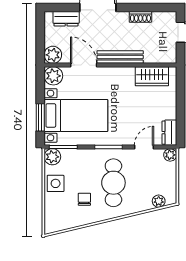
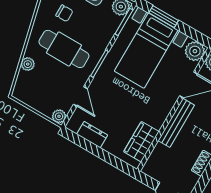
dresser: (169, 133) -> (92, 135), moved
plant: (159, 201) -> (28, 64), moved

